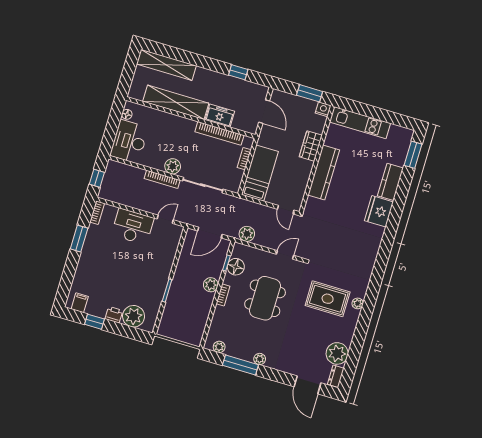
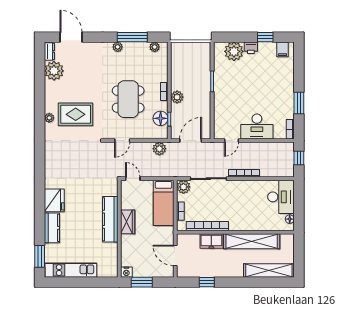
kitchen unit: (360, 123) -> (71, 270), moved
wardrobe: (311, 146) -> (128, 222), moved
plant: (173, 166) -> (183, 187), moved

